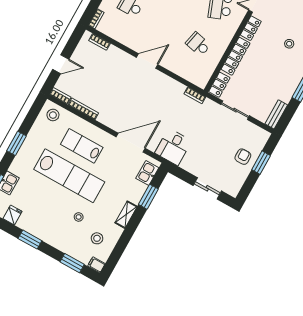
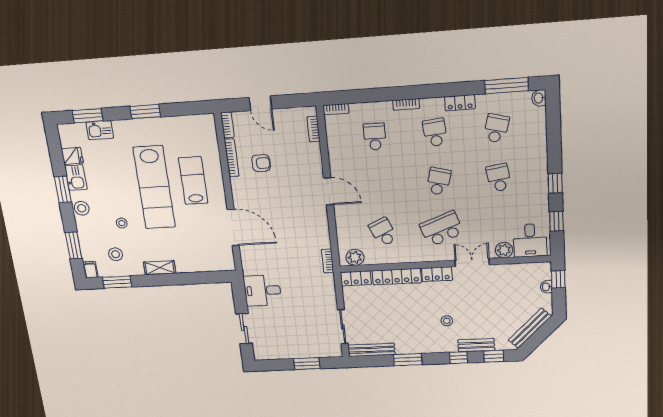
school desk: (198, 44) -> (383, 232), turned -36
plant: (204, 75) -> (355, 257), added
sliding door: (235, 110) -> (343, 327), moved
bench: (276, 114) -> (371, 350), width x1.36
stool: (53, 115) -> (82, 208), moved
desk: (173, 147) -> (262, 291), moved
armchair: (243, 157) -> (261, 163), moved
kitchen sink: (147, 173) -> (76, 178), moved, turned 90
window: (148, 197) -> (117, 282), moved

